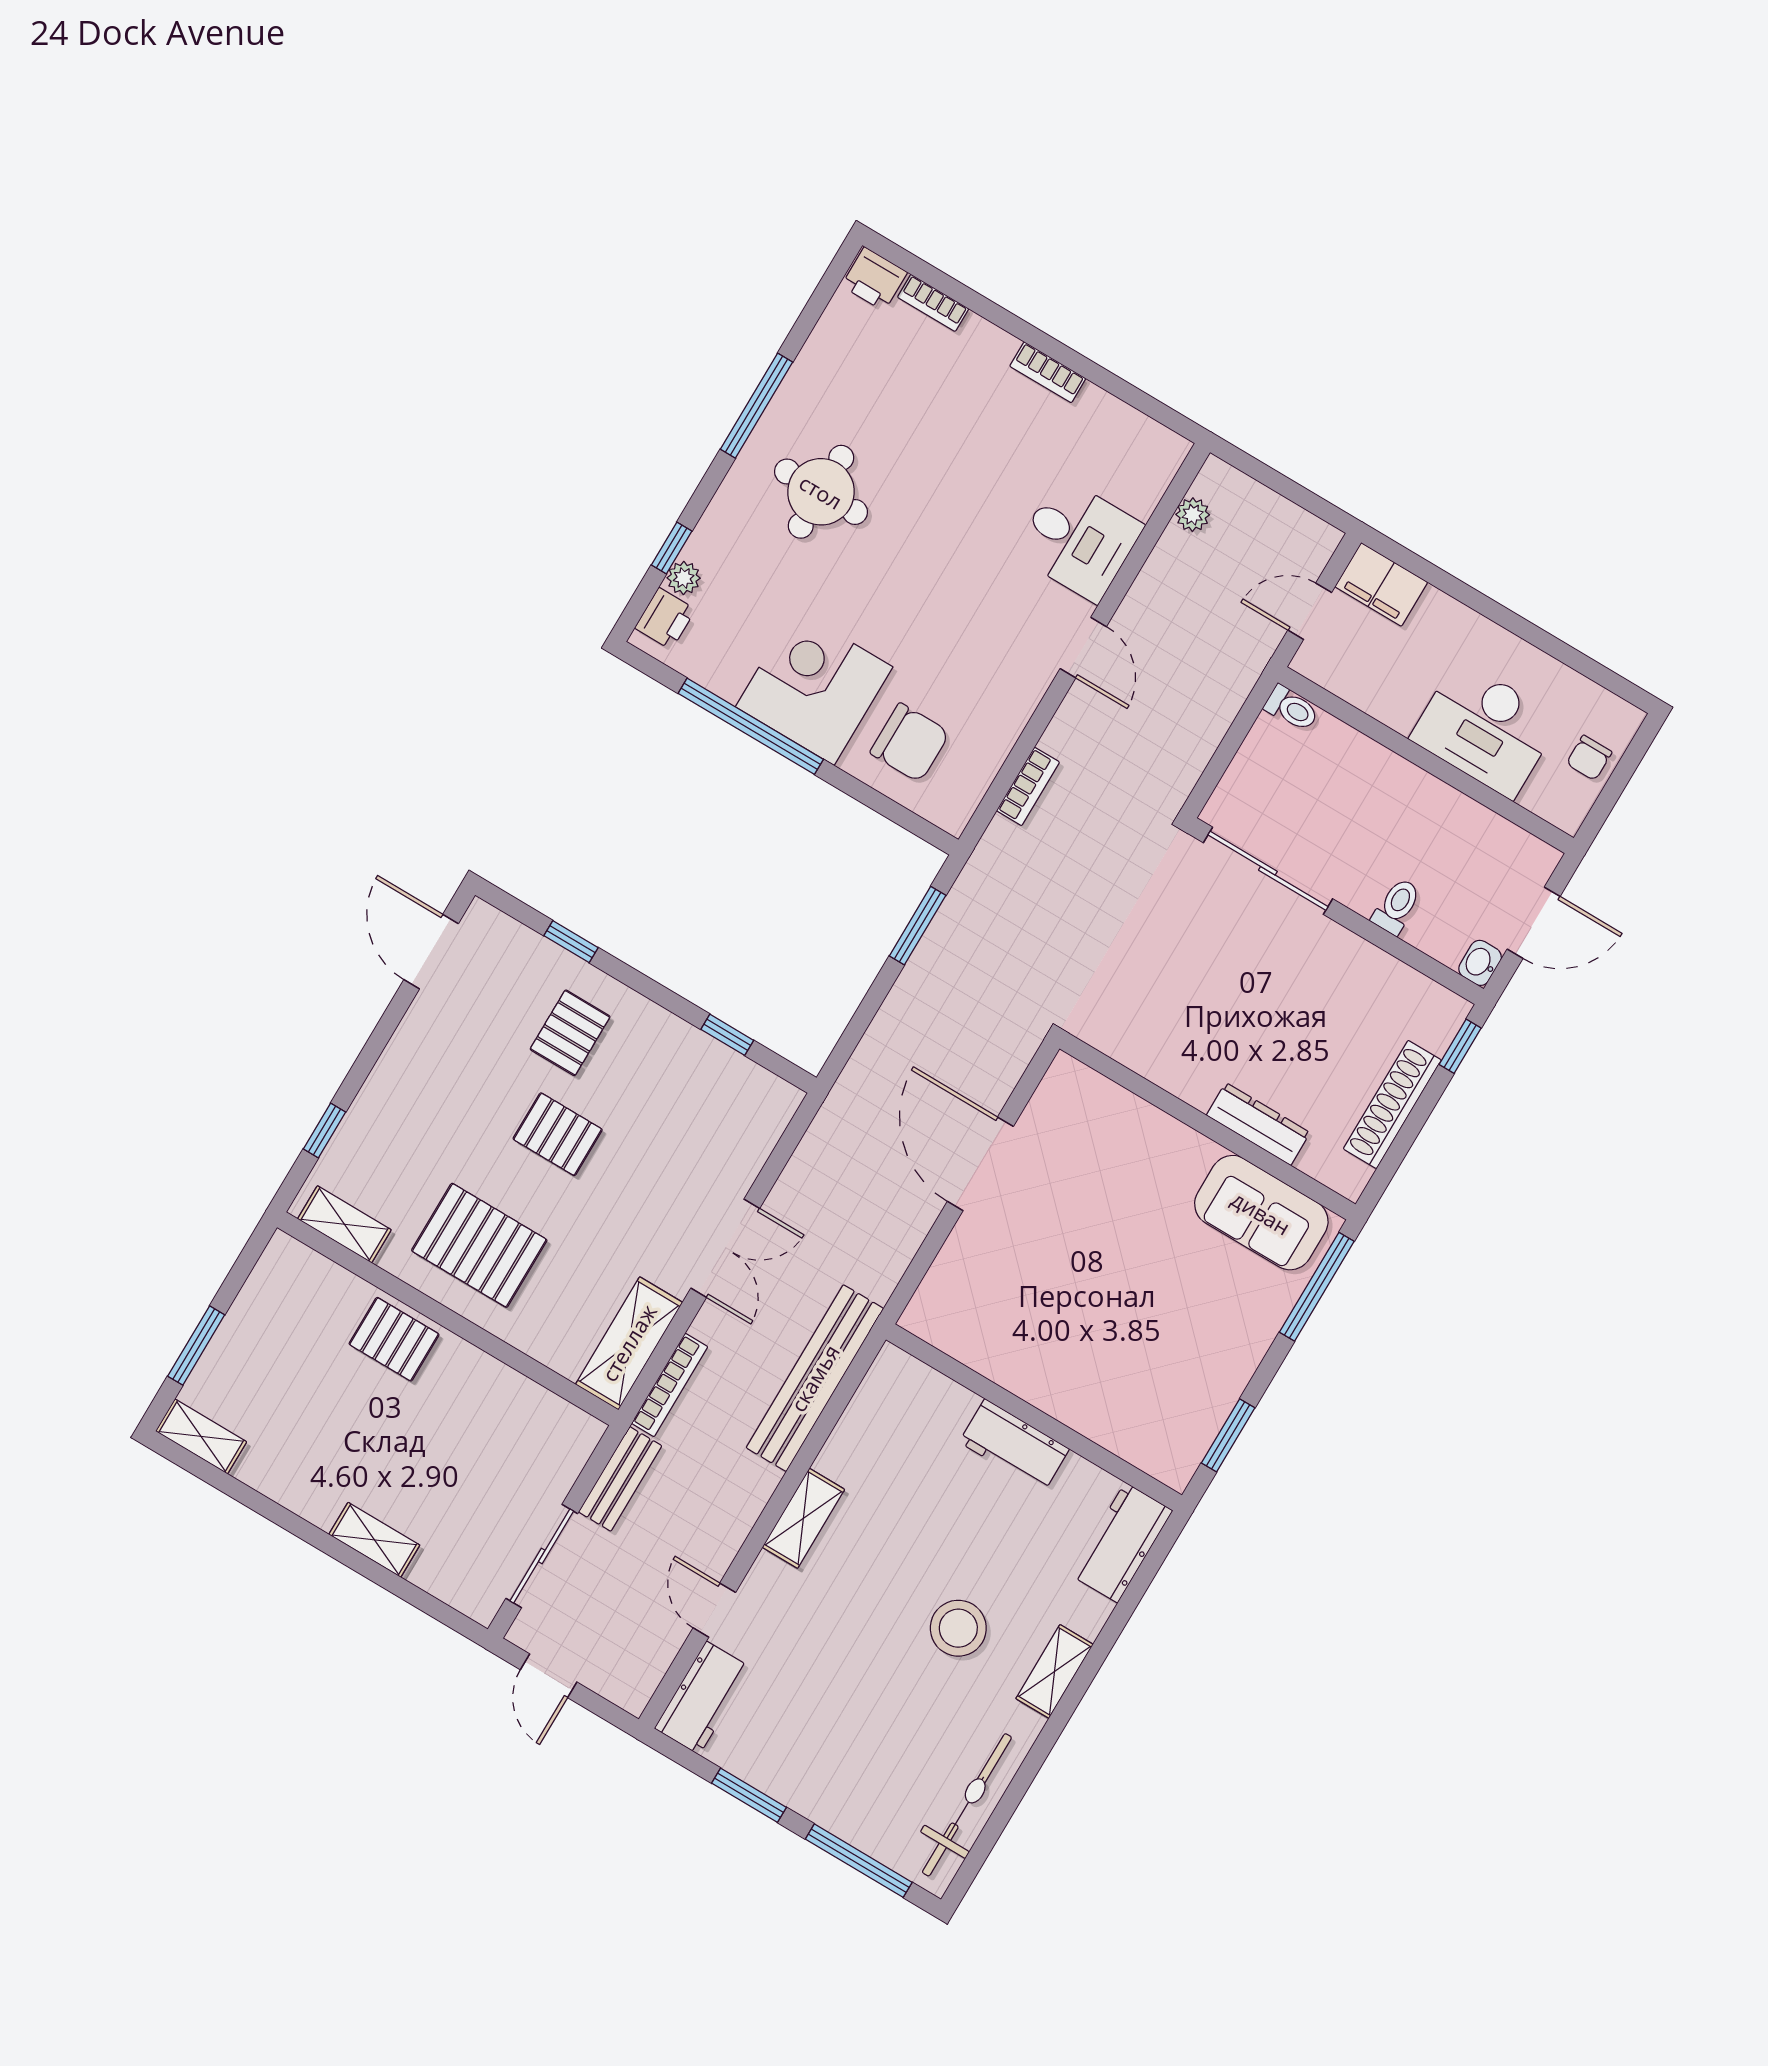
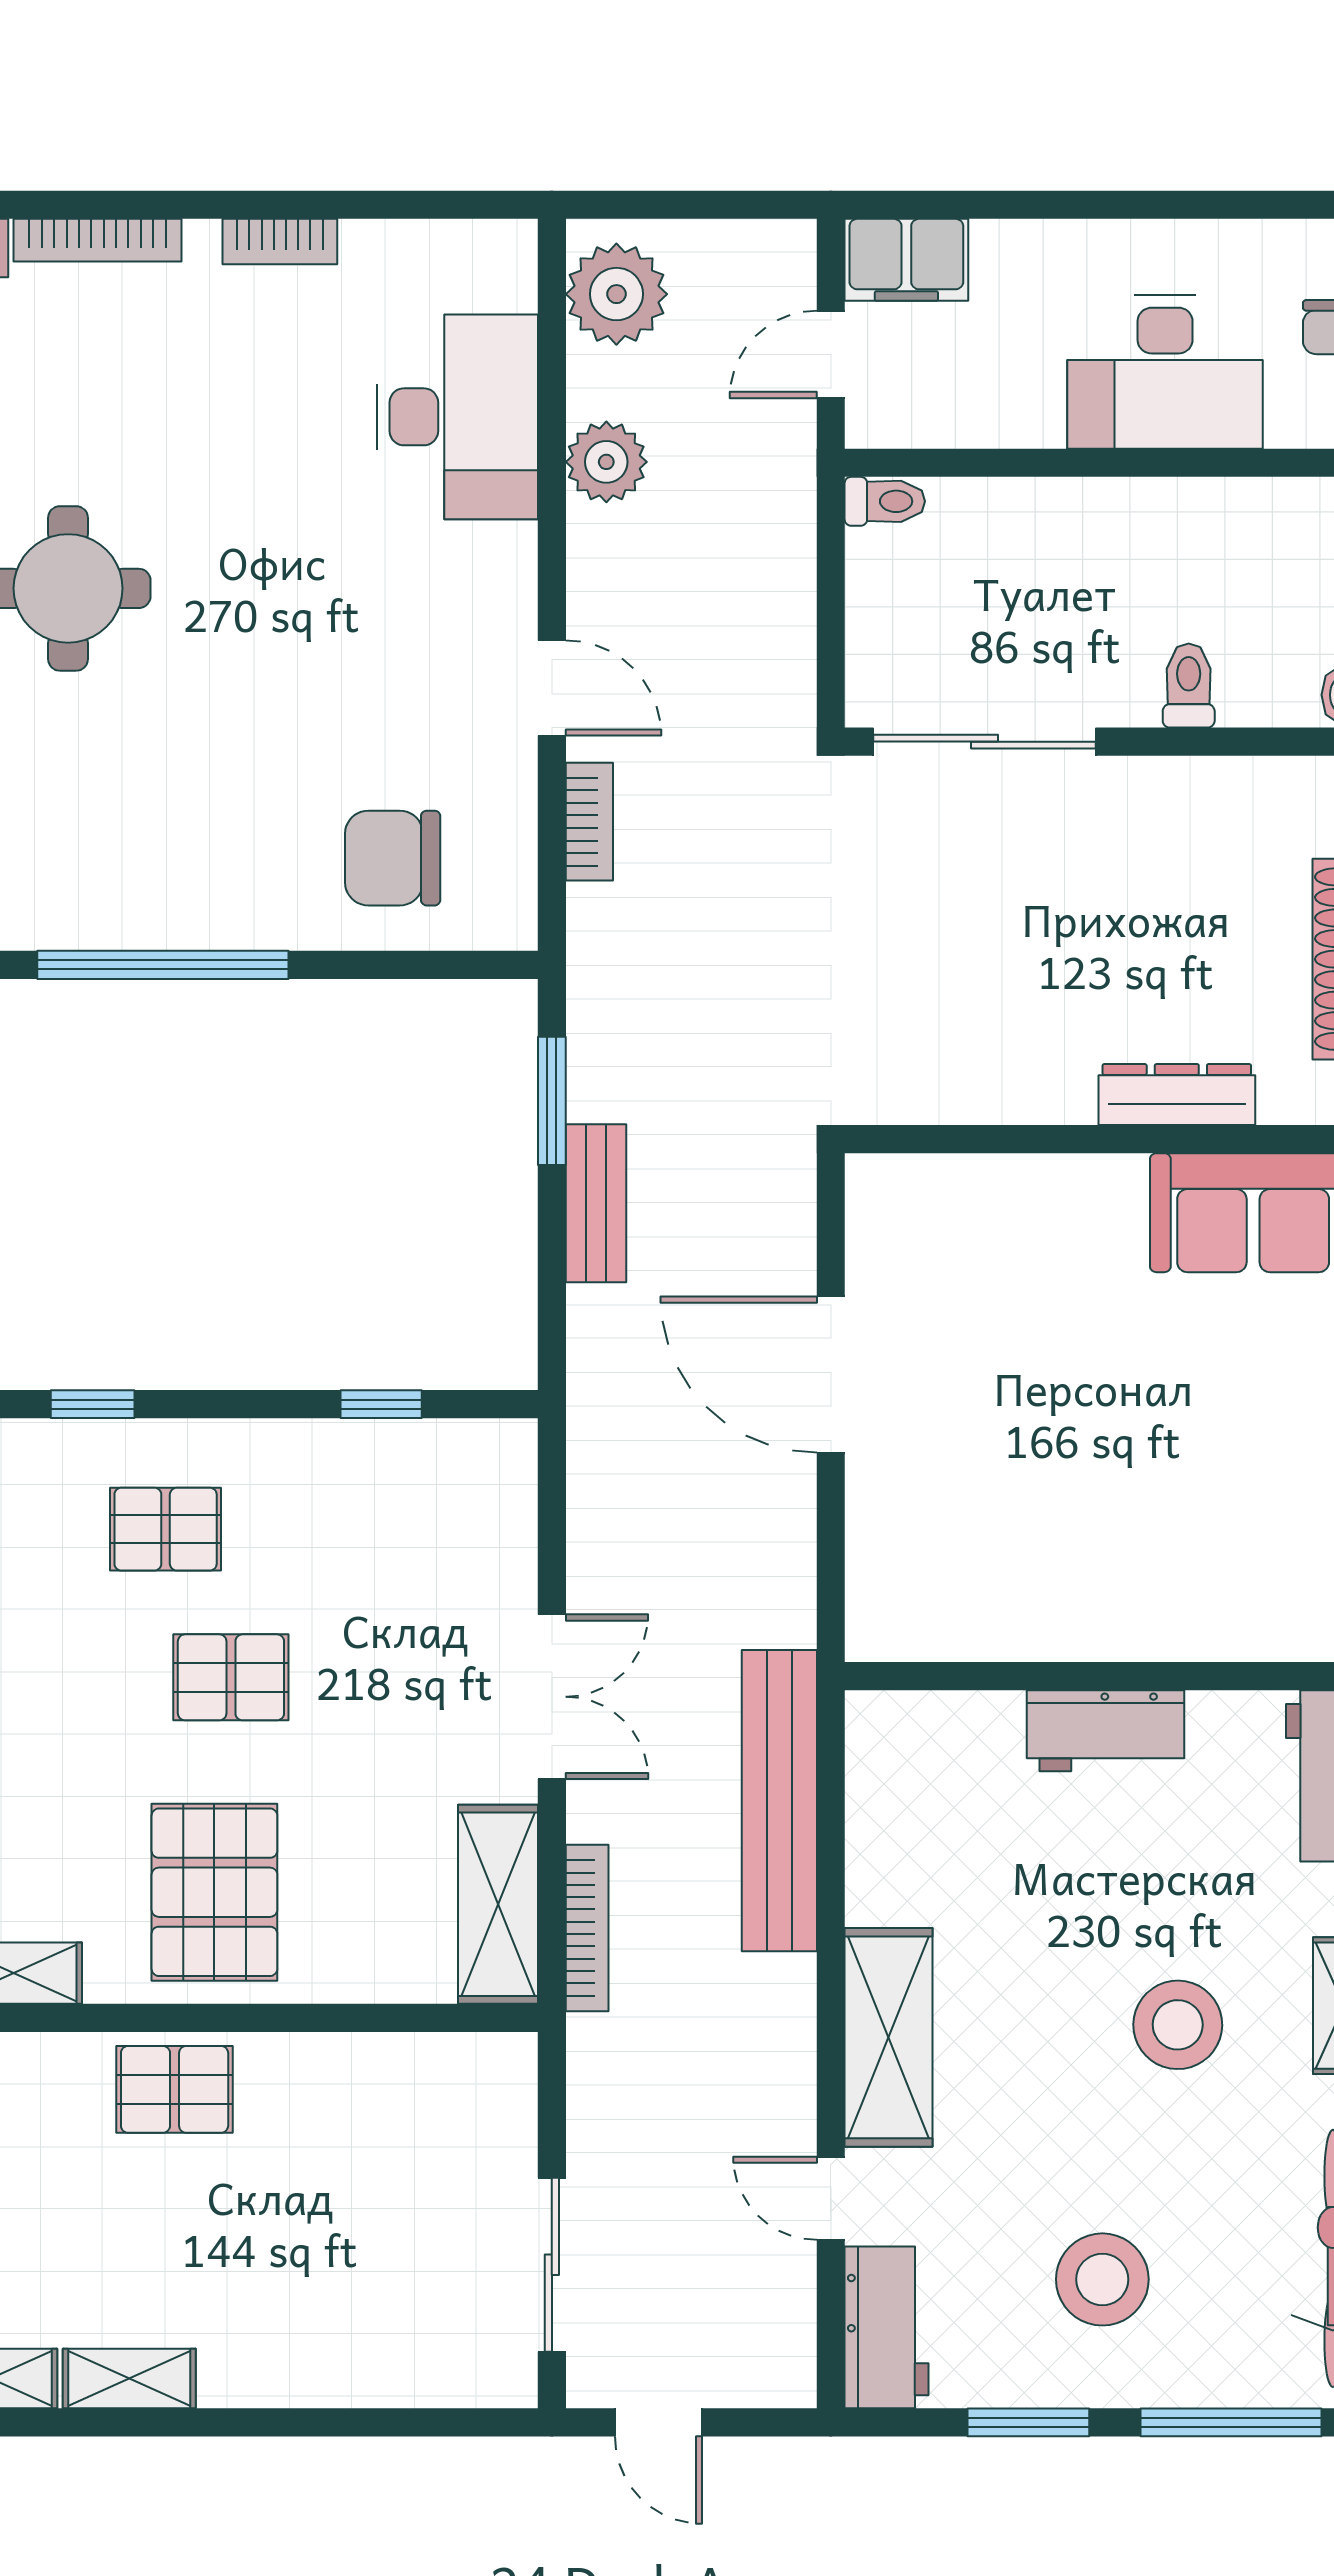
bookcase: (933, 303) -> (97, 240), width x1.56
plant: (1193, 515) -> (616, 294), width x1.88, depth x1.88
desk: (1078, 540) -> (457, 417), width x1.37
plant: (1153, 597) -> (606, 462), added
door: (1083, 648) -> (552, 688), moved
corner desk: (814, 687) -> (217, 860), removed
chair: (910, 743) -> (393, 858), turned 180
pallet: (570, 1033) -> (166, 1529), turned 90
pallet: (479, 1245) -> (214, 1892), turned 90
bench: (620, 1479) -> (596, 1203), moved
shelving: (803, 1518) -> (889, 2037), width x1.50, depth x1.33
shelving: (374, 1540) -> (129, 2378), moved
stool: (835, 1742) -> (1102, 2279), added

